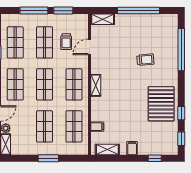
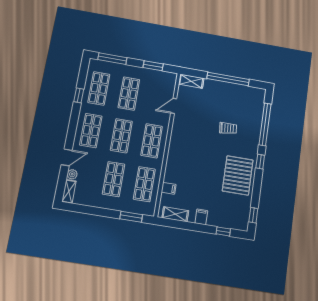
window: (34, 11) -> (112, 59), moved
trolley: (66, 42) -> (151, 97), removed
shelving: (96, 85) -> (174, 145), removed
window: (181, 113) -> (260, 162), moved
window: (48, 158) -> (131, 217), moved

